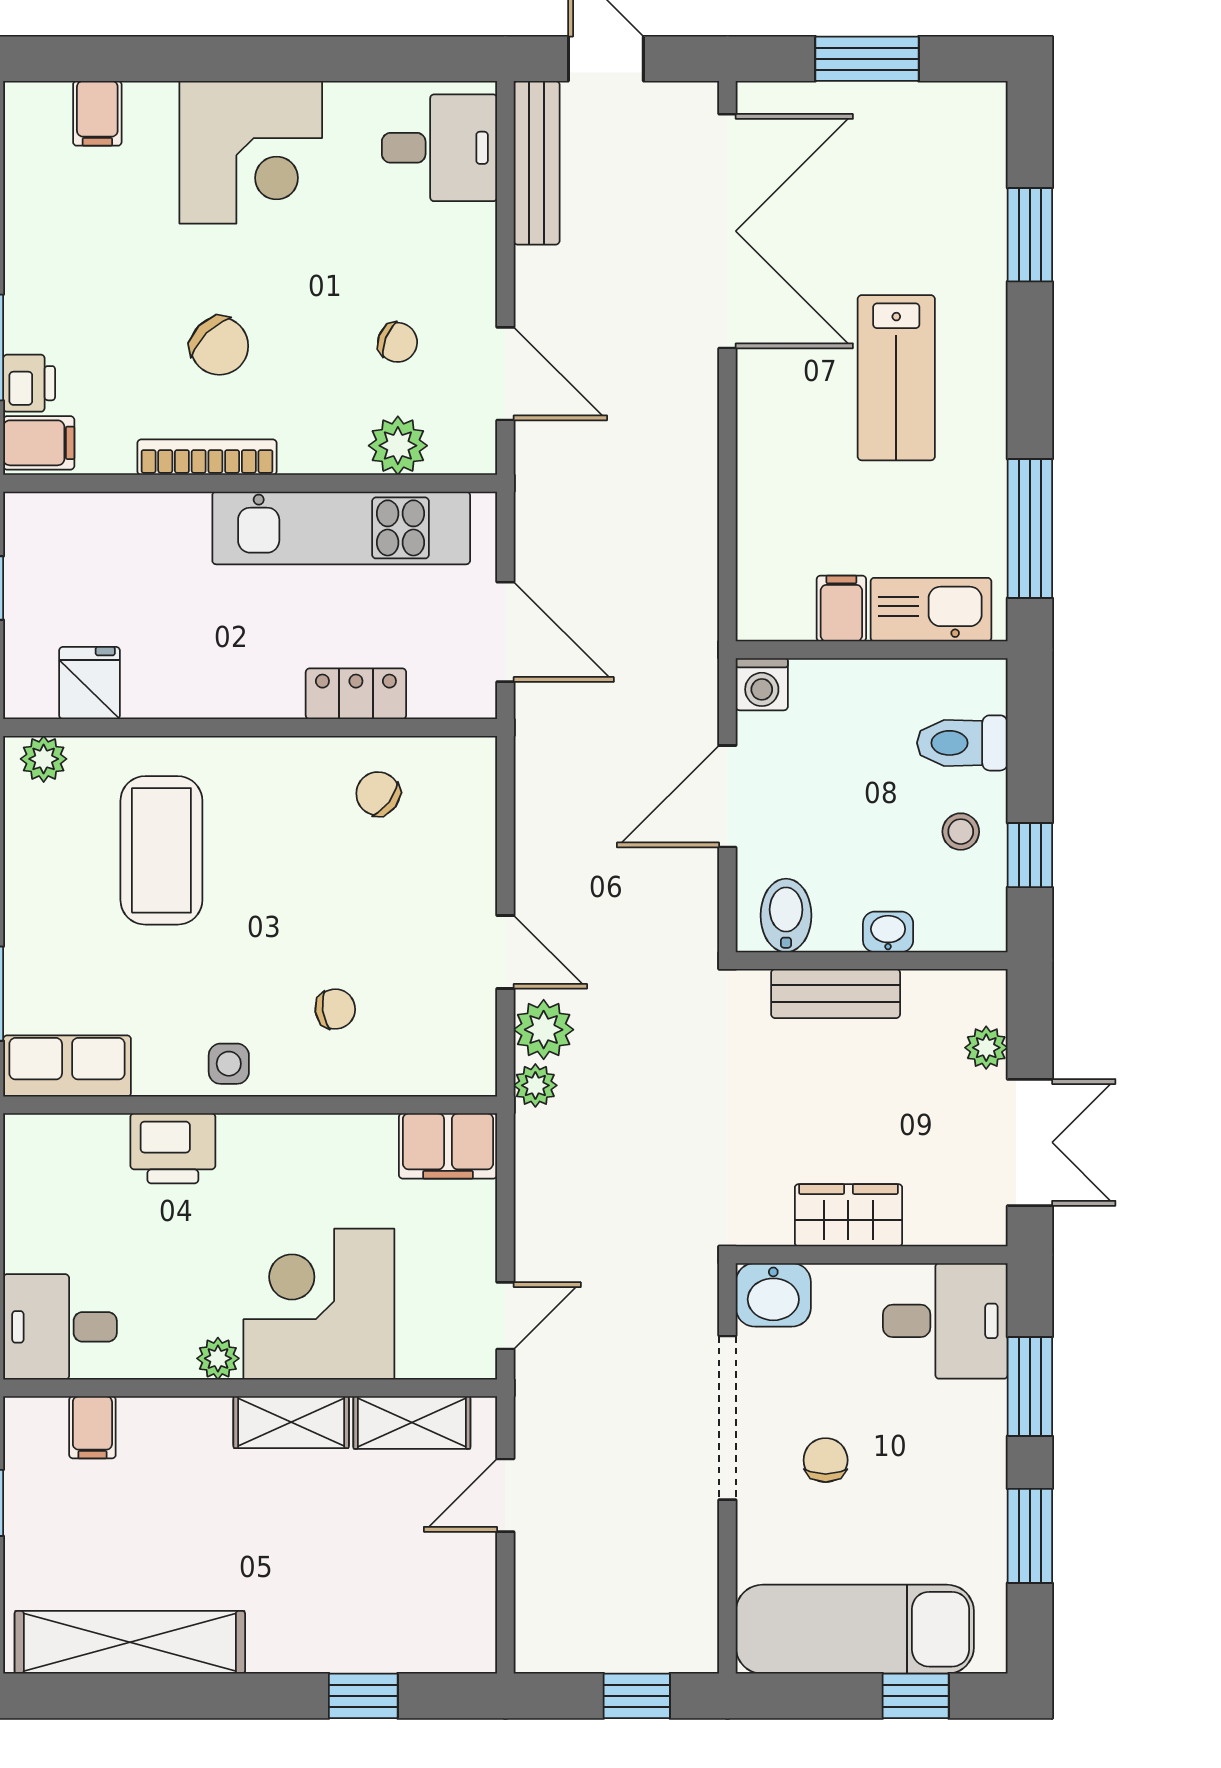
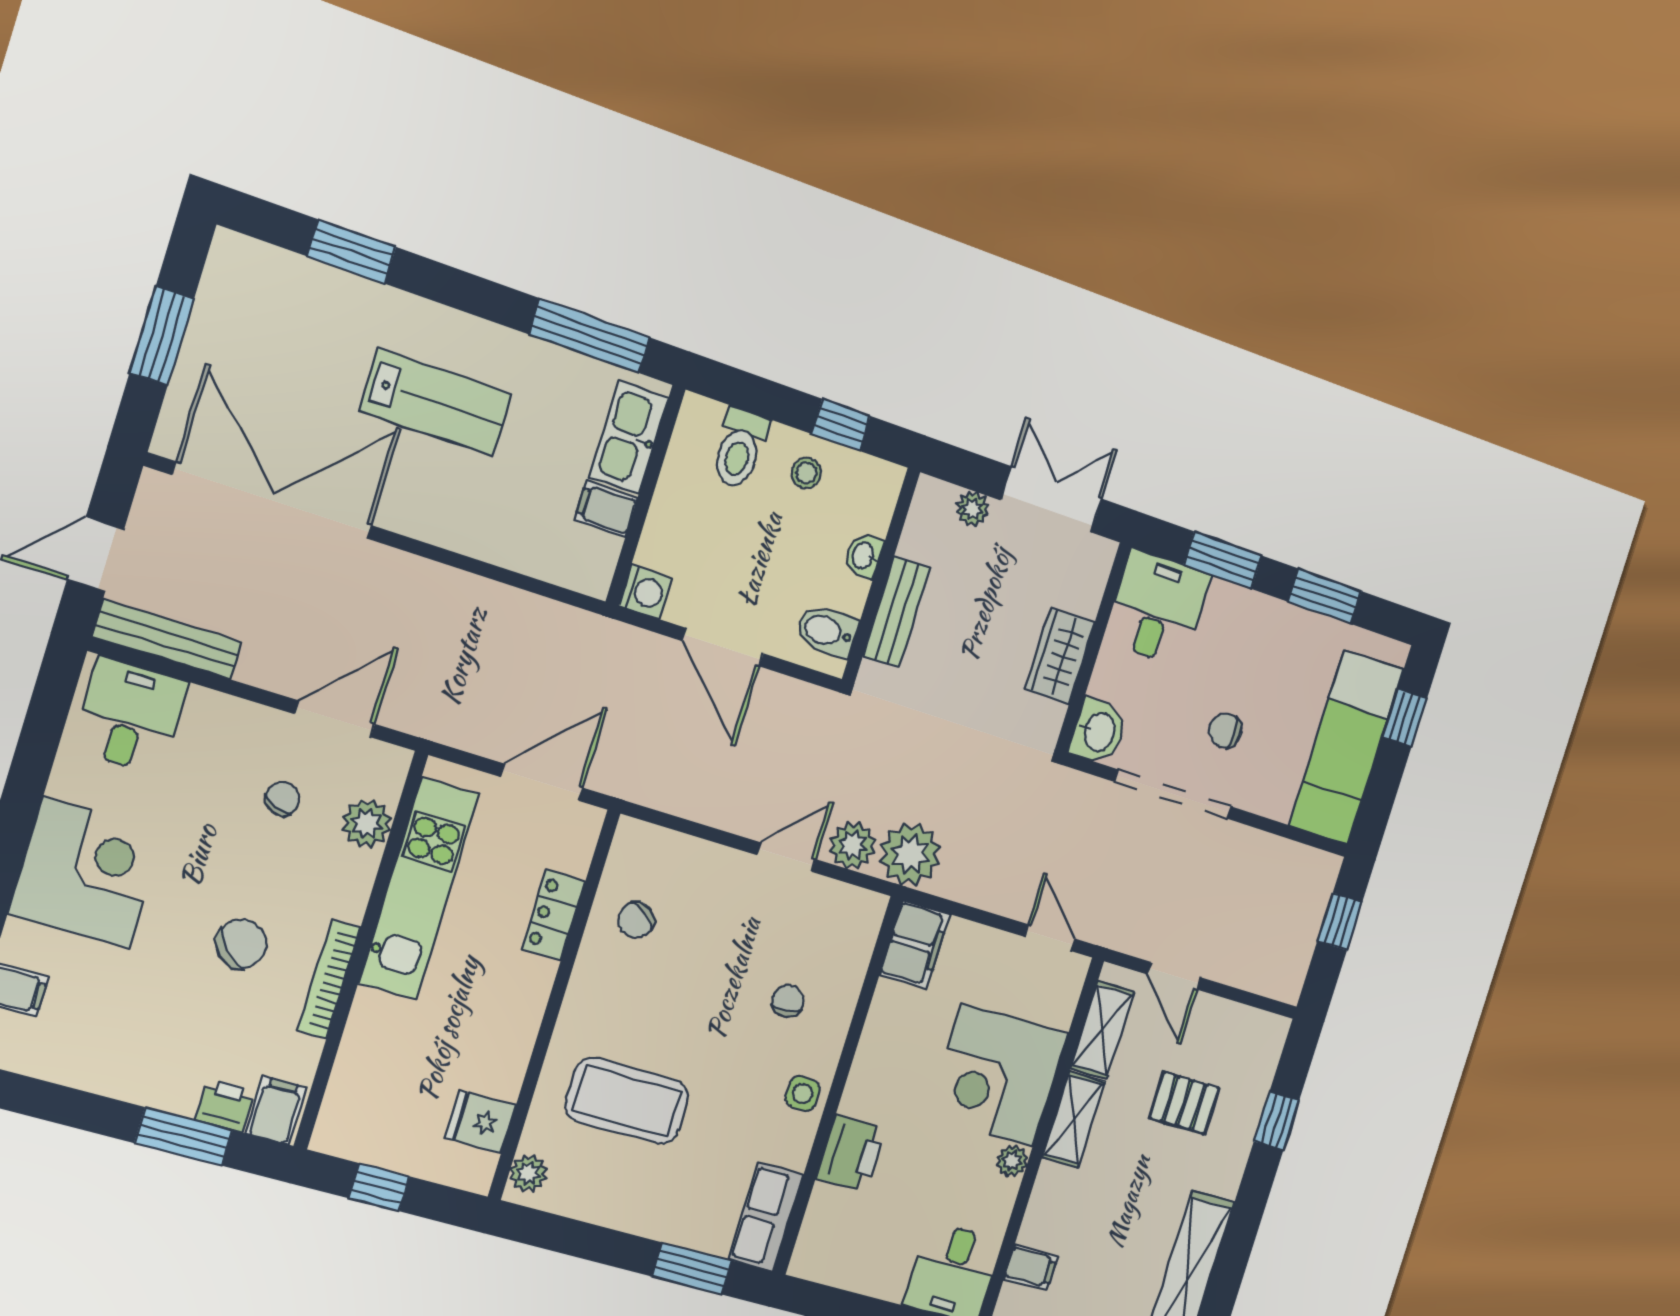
plant: (535, 1085) -> (910, 854), width x1.87, depth x1.87
pallet: (352, 1563) -> (1184, 1103), added

